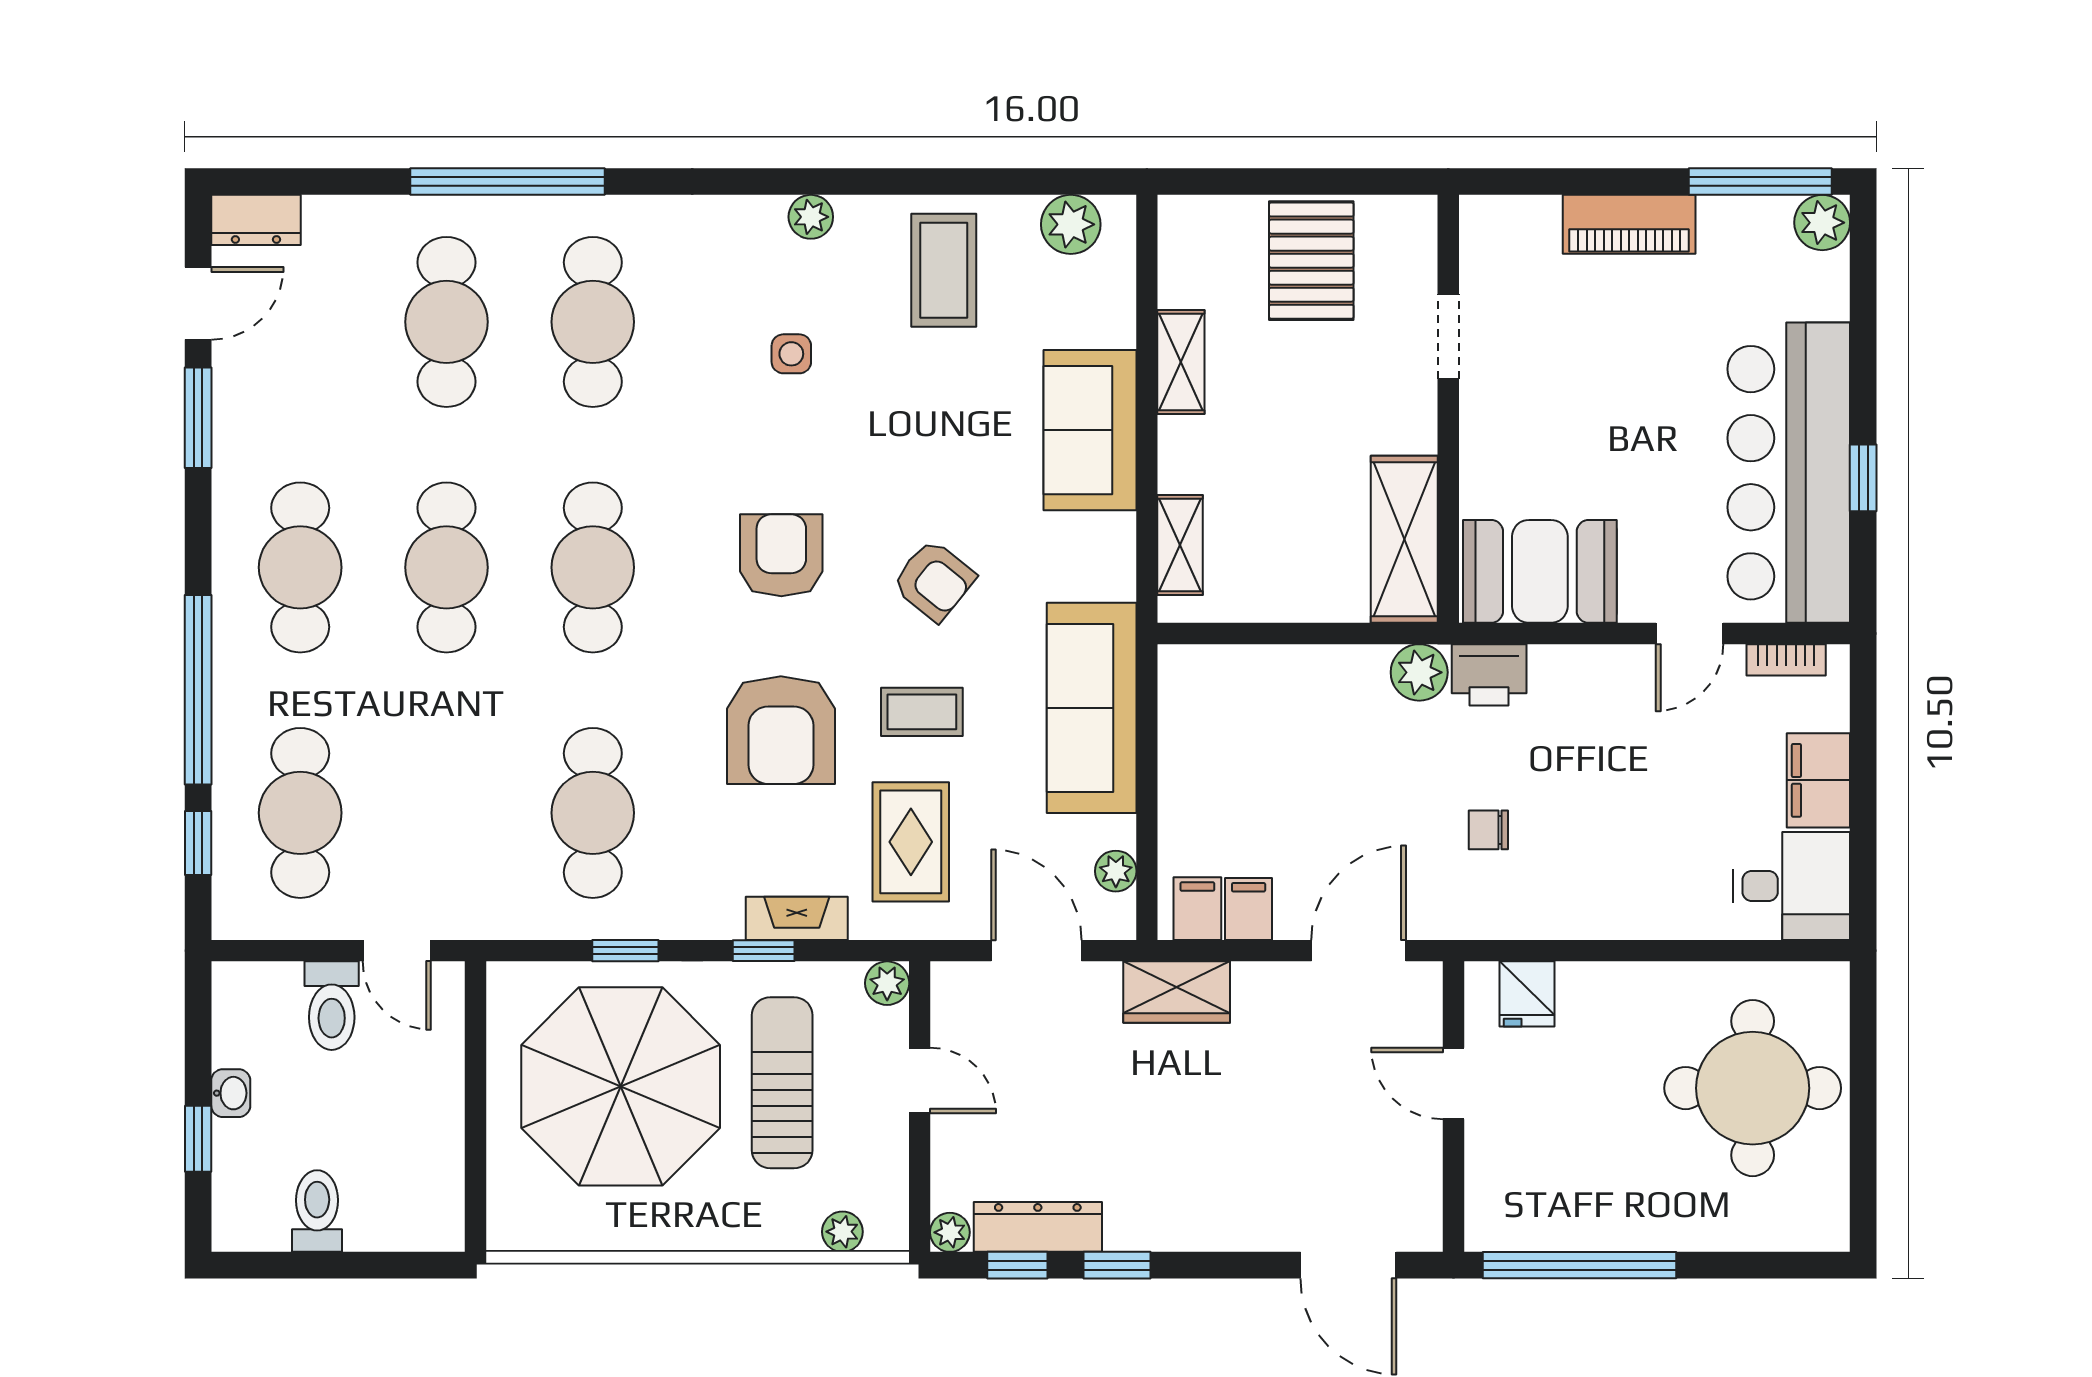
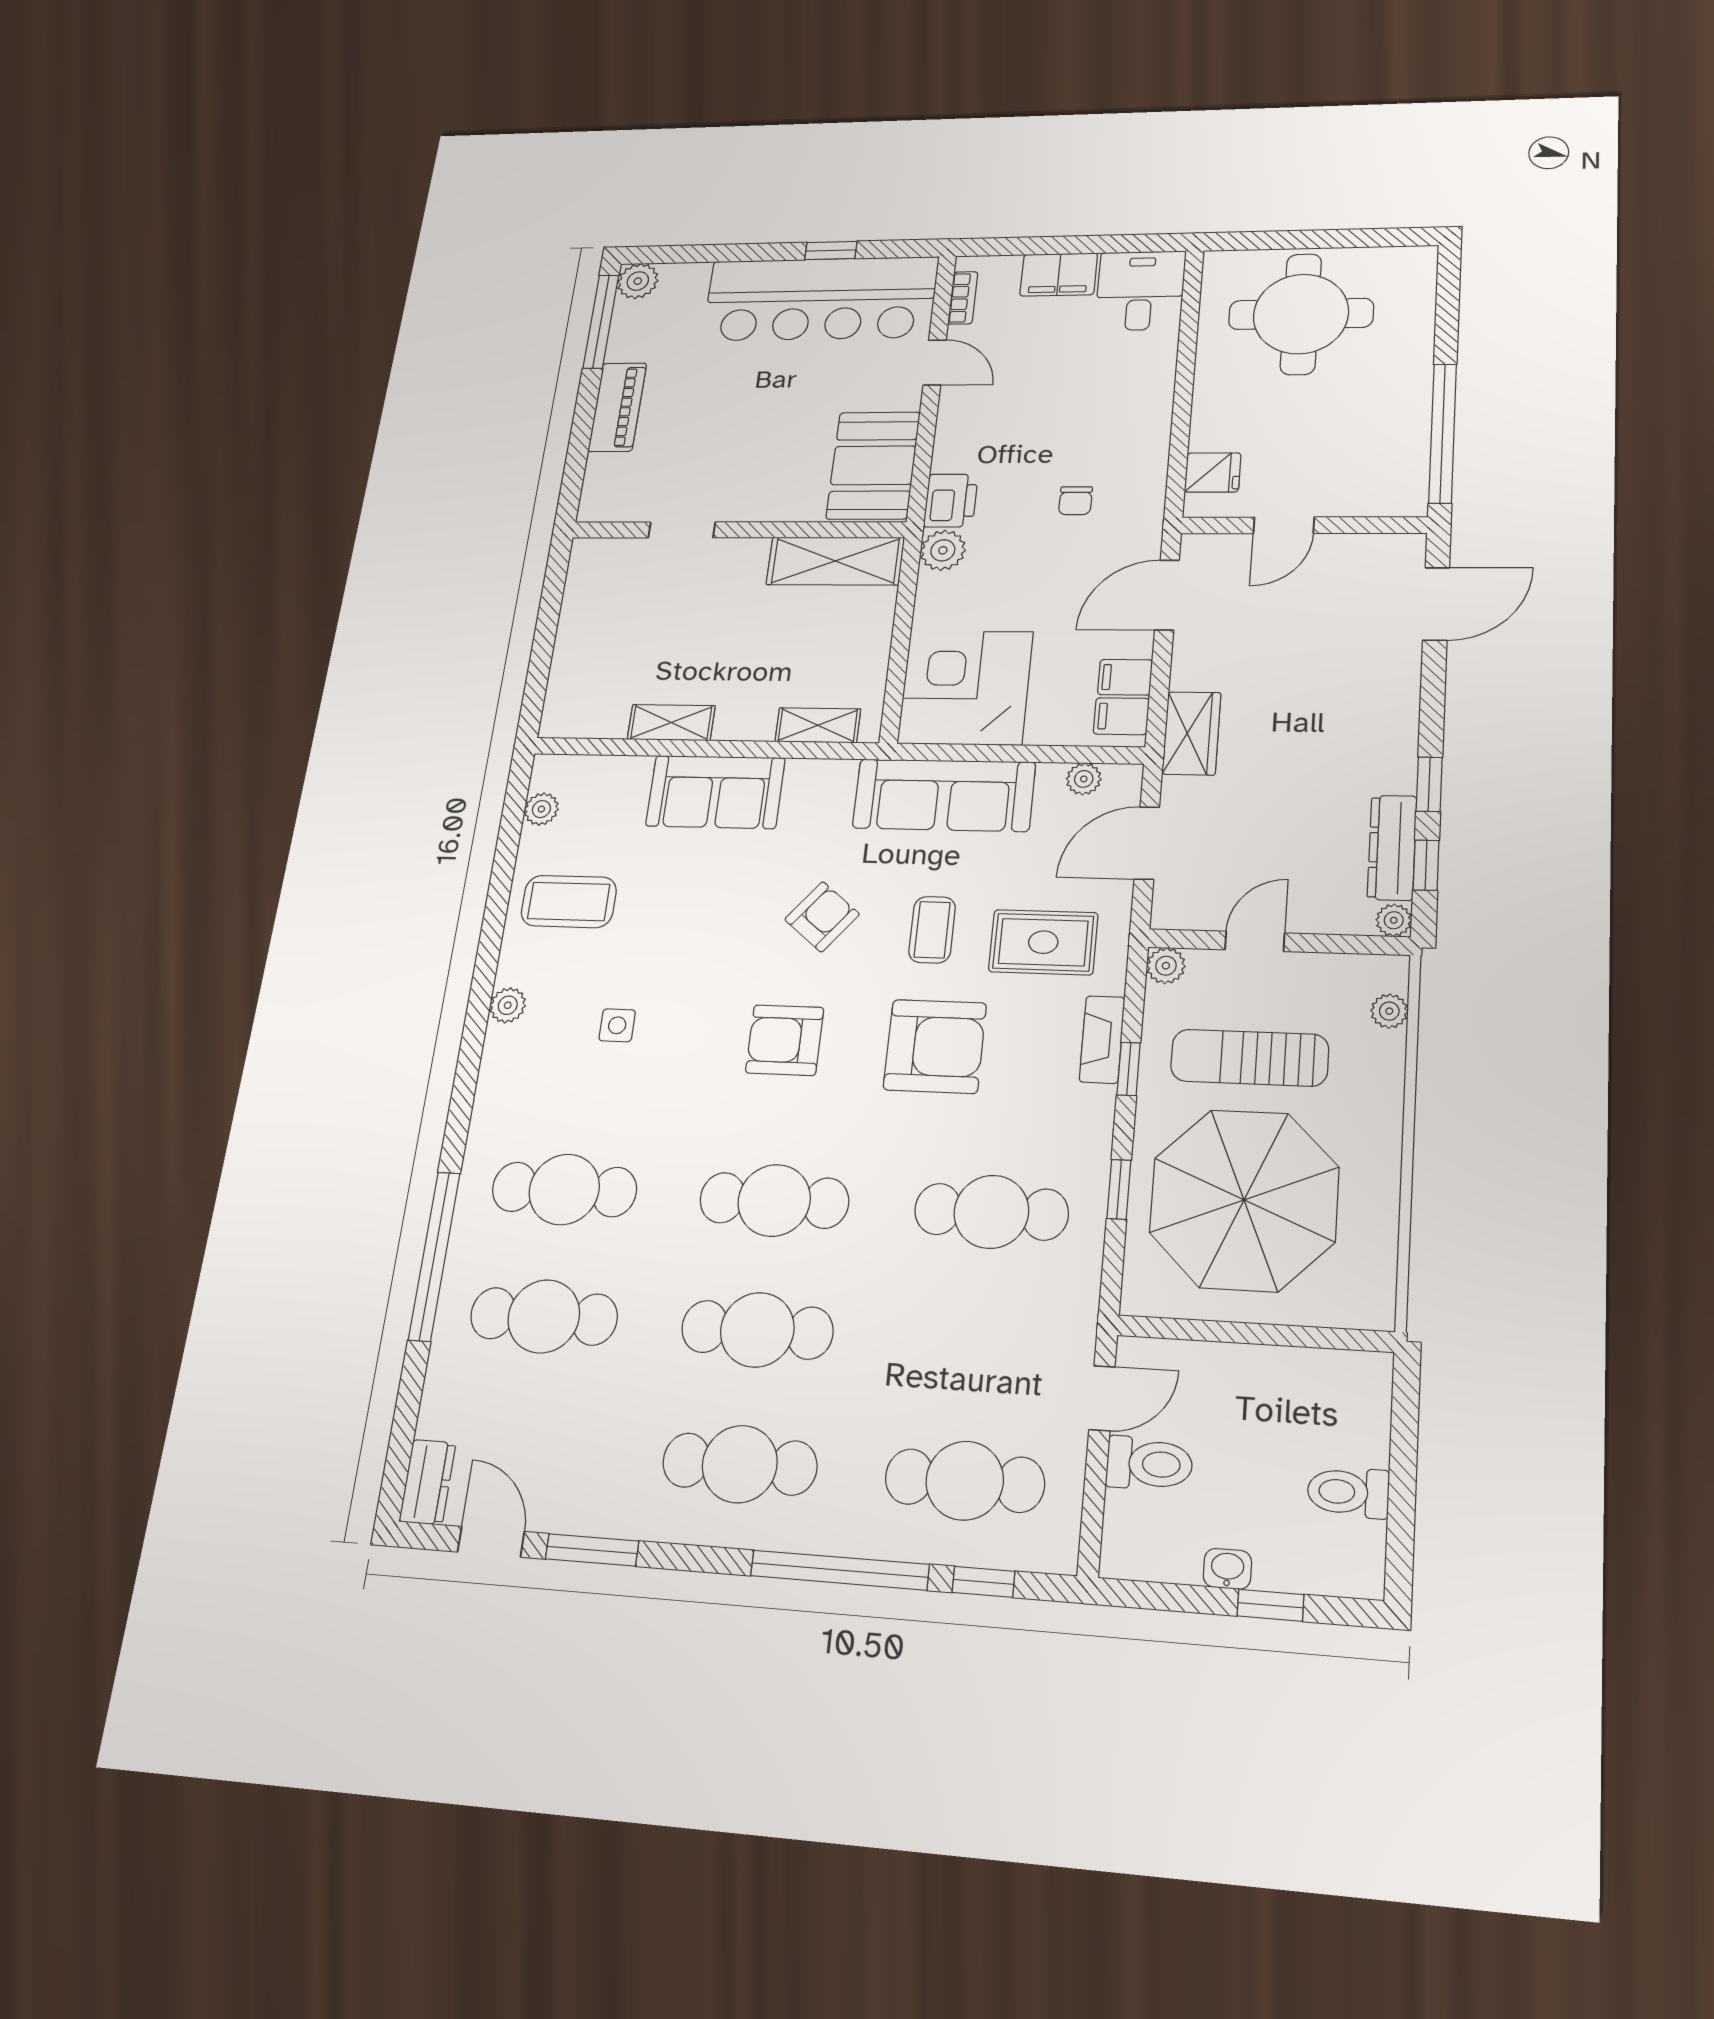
plant: (1071, 224) -> (541, 809), width x0.73, depth x0.73
pallet: (1311, 261) -> (607, 627), removed
corner desk: (1233, 719) -> (965, 688), added
door: (1359, 951) -> (1167, 595), hinge flipped

